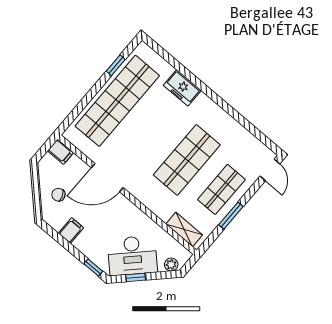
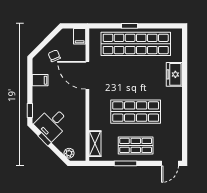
window: (116, 65) -> (129, 26), moved
desk: (132, 256) -> (52, 123), width x0.73

